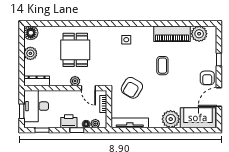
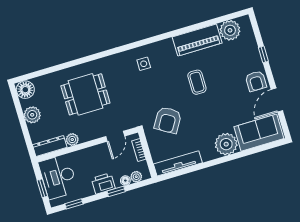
dining table: (75, 50) -> (85, 94), turned 90
plant: (75, 81) -> (72, 140), moved
door: (88, 88) -> (115, 136), hinge flipped

